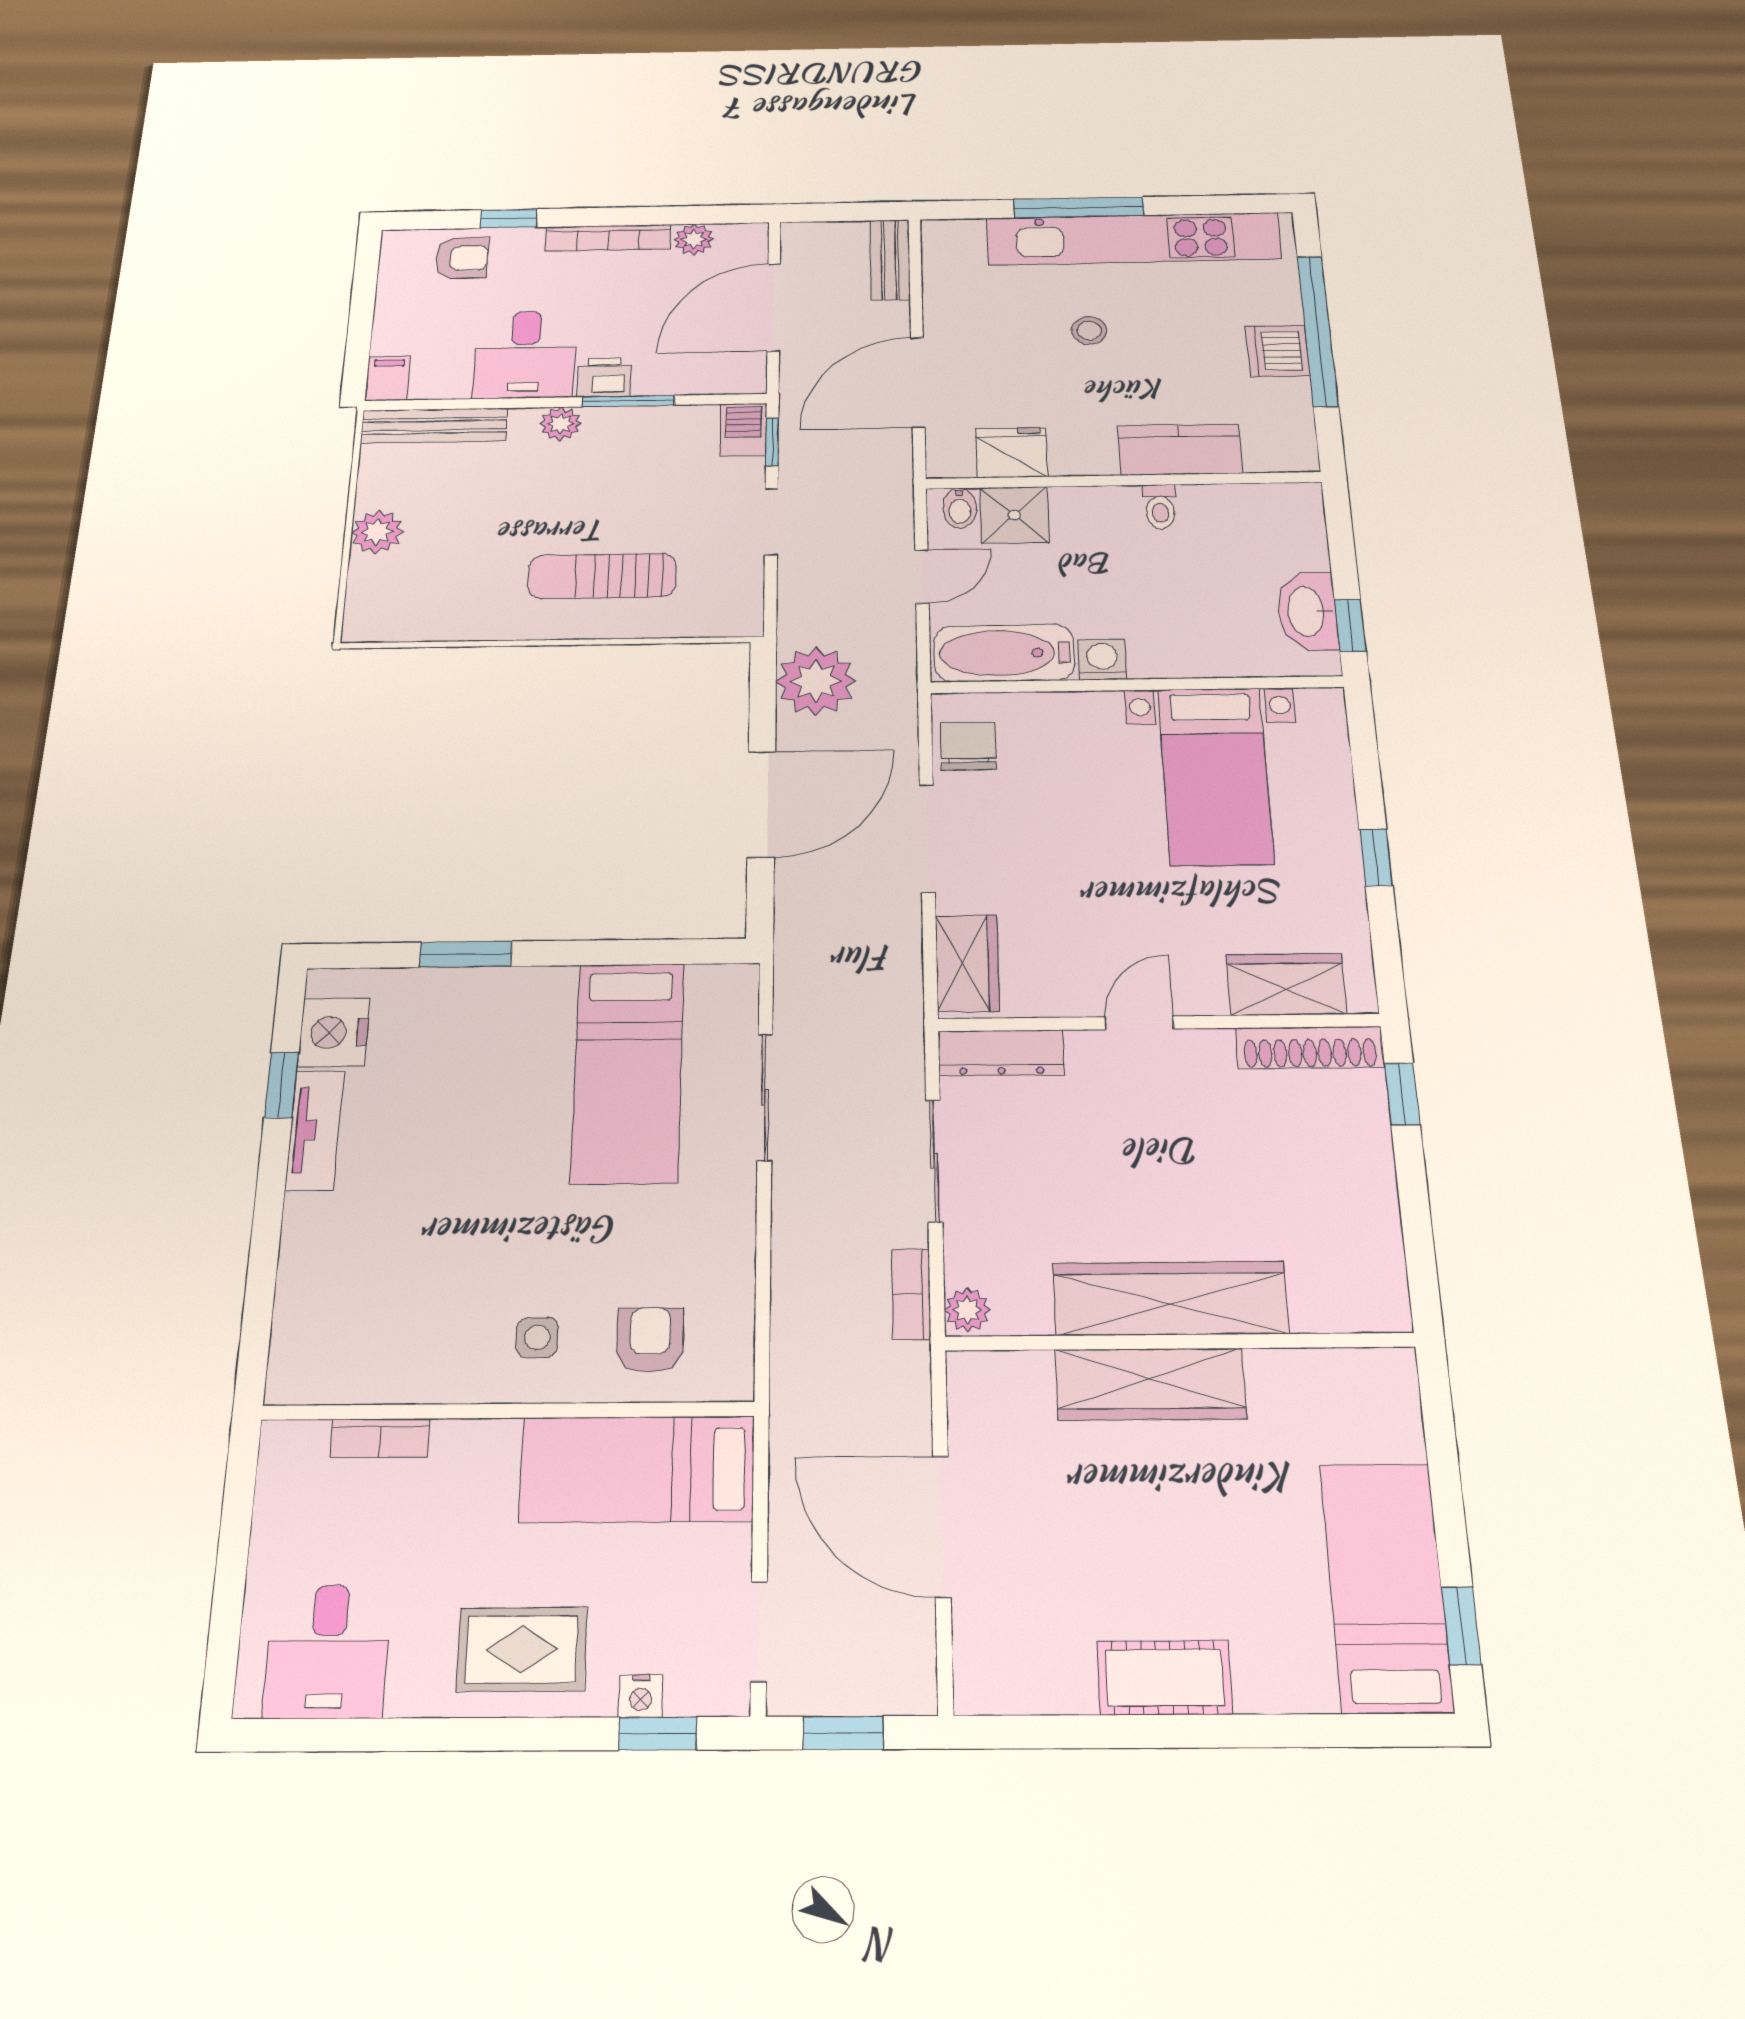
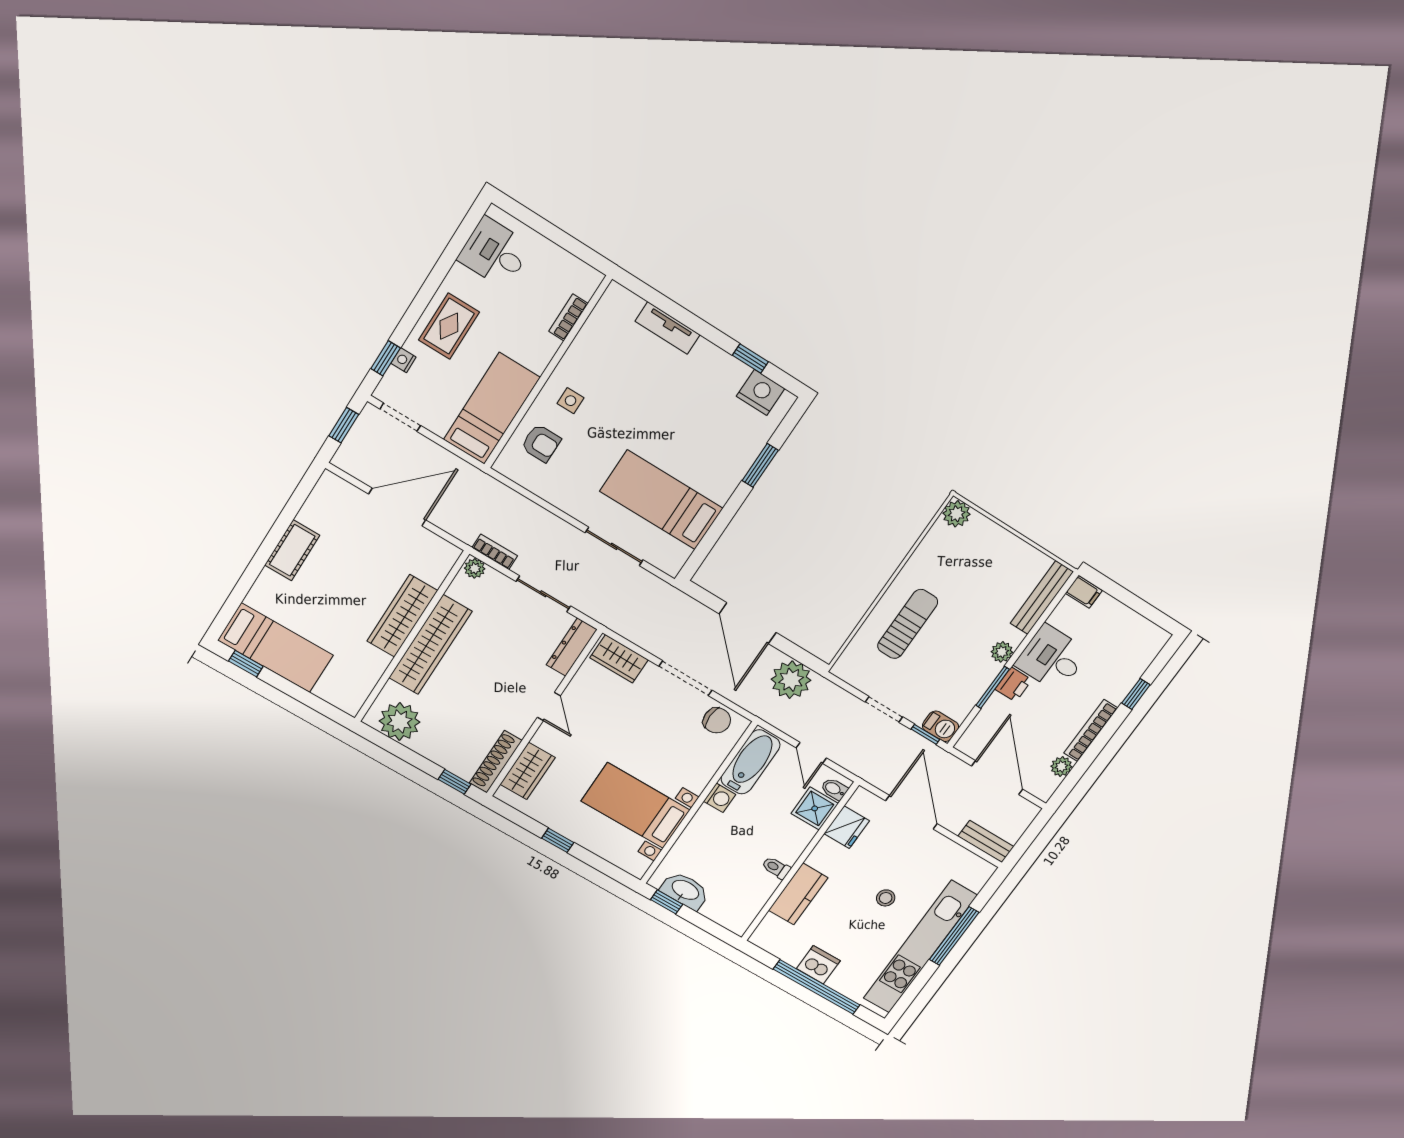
armchair: (462, 258) -> (1129, 661), removed
plant: (377, 532) -> (957, 514), moved
tv unit: (315, 1130) -> (668, 328), moved
plant: (1360, 1261) -> (400, 722), added

